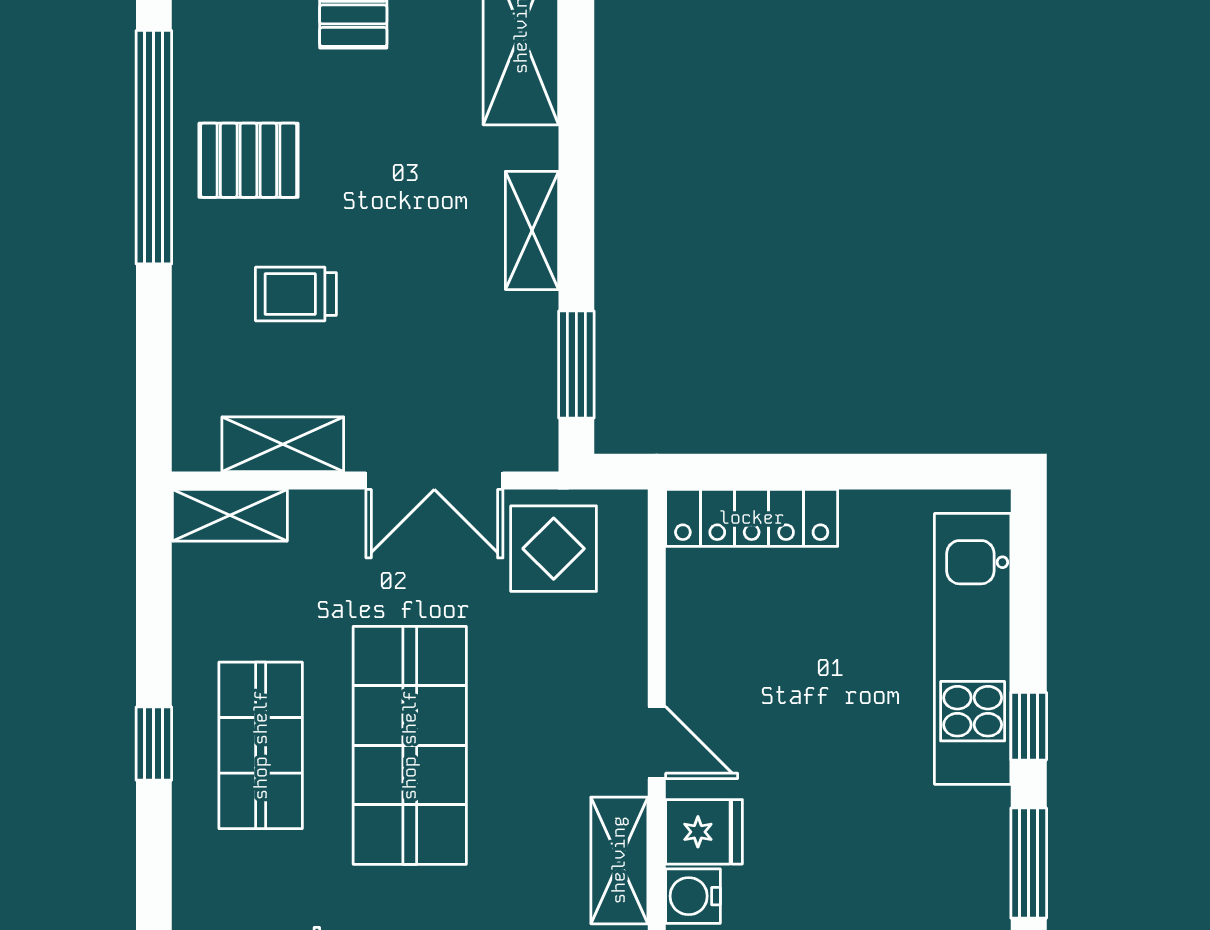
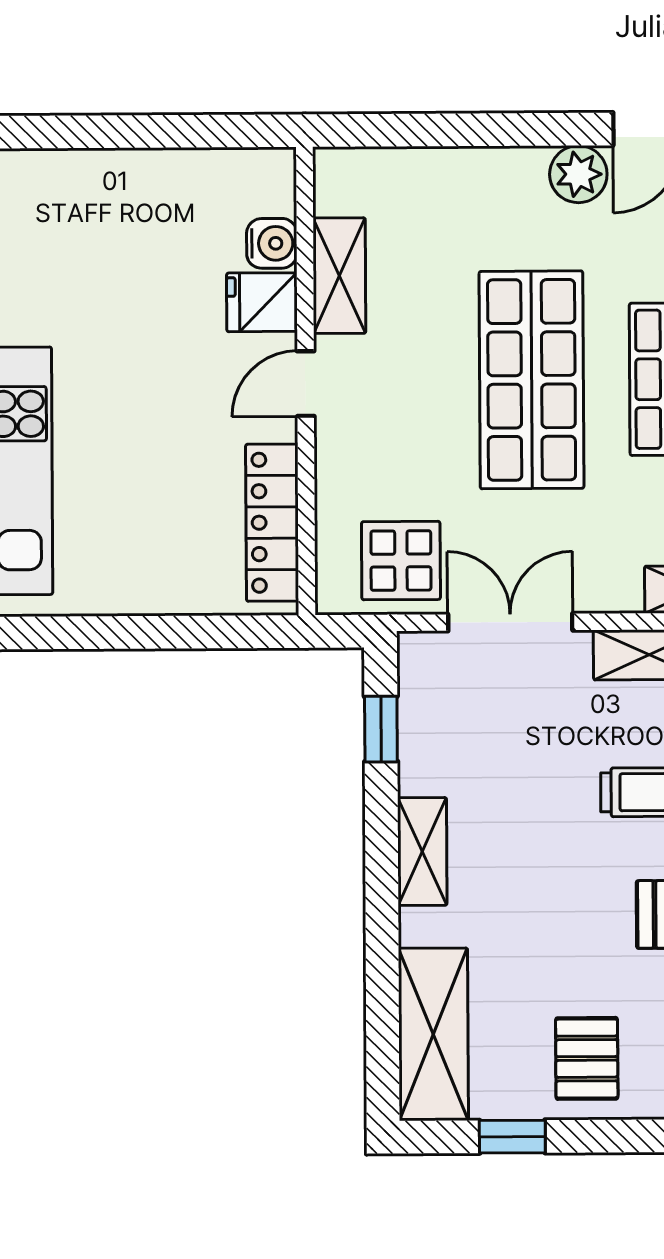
window: (576, 365) -> (381, 729), width x0.67
locker: (752, 518) -> (272, 523), moved, turned -90
door: (657, 743) -> (306, 384), hinge flipped

